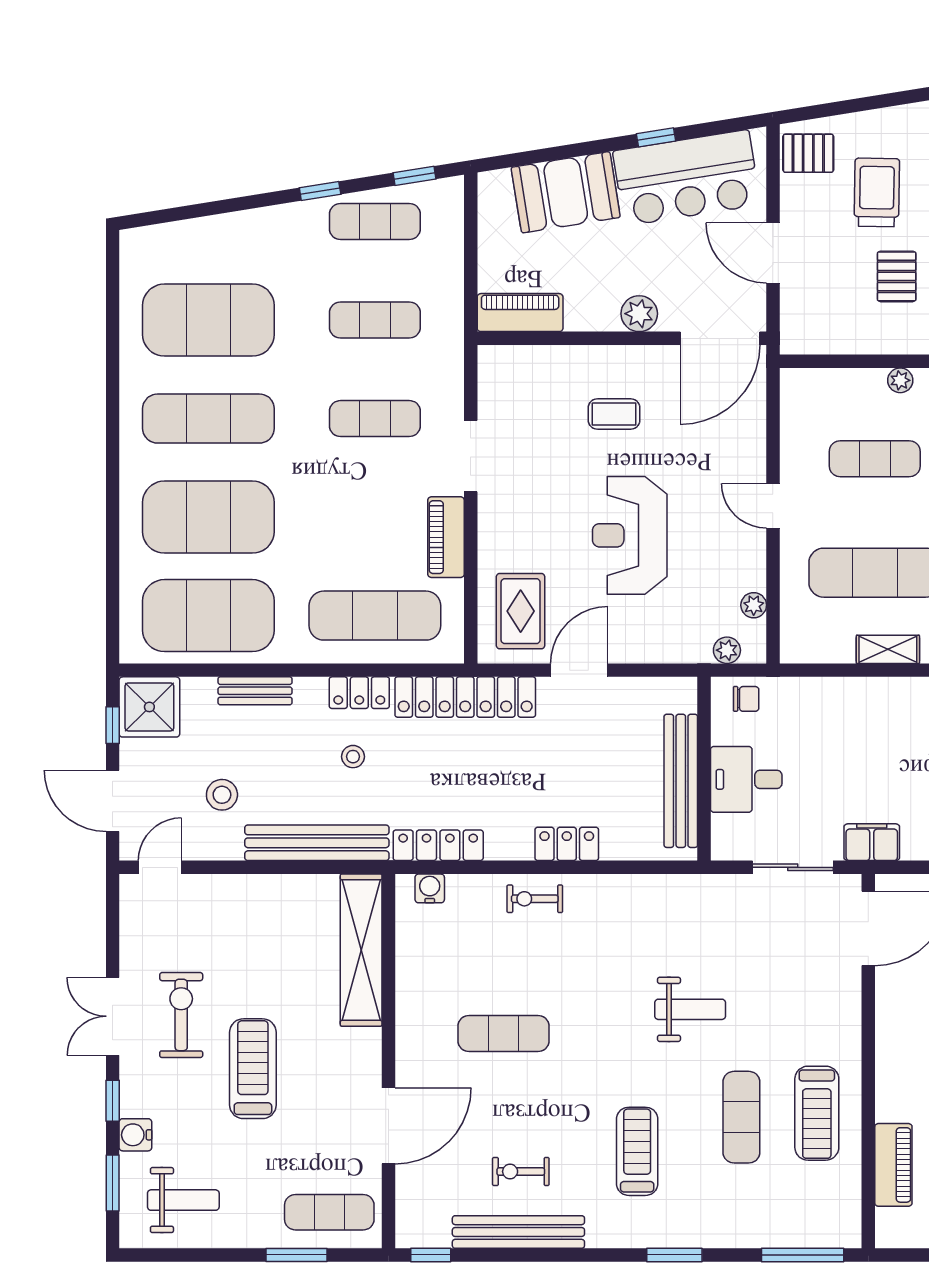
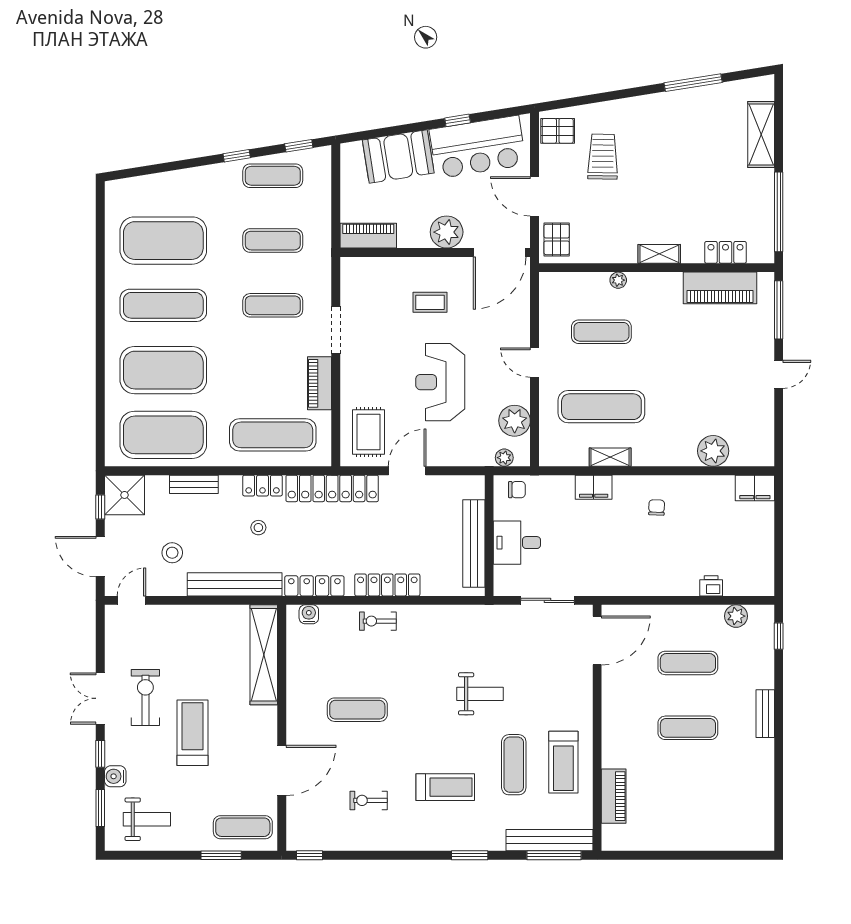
pallet: (897, 276) -> (557, 239), moved
plant: (639, 314) -> (447, 232), width x1.36, depth x1.36
plant: (754, 605) -> (515, 421), width x1.88, depth x1.88
filing cabinet: (872, 842) -> (594, 487), moved, turned 180
locker: (567, 844) -> (387, 585), width x1.53
treadmill: (637, 1151) -> (445, 787), turned 90
bench: (518, 1232) -> (549, 840), moved

